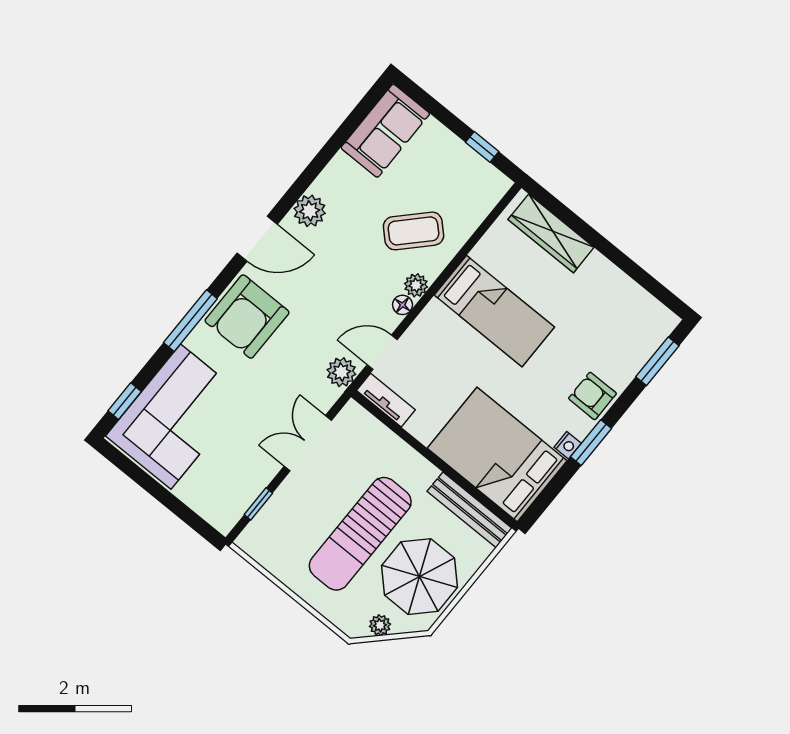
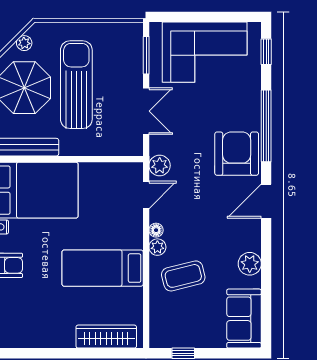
plant: (310, 211) -> (250, 264), moved
coffee table: (414, 231) -> (183, 276), turned 32
window: (190, 321) -> (266, 126), width x1.46
tv unit: (386, 400) -> (122, 170), removed
corner sofa: (176, 417) -> (205, 52), moved, turned -90
window: (258, 504) -> (146, 55), width x1.50

